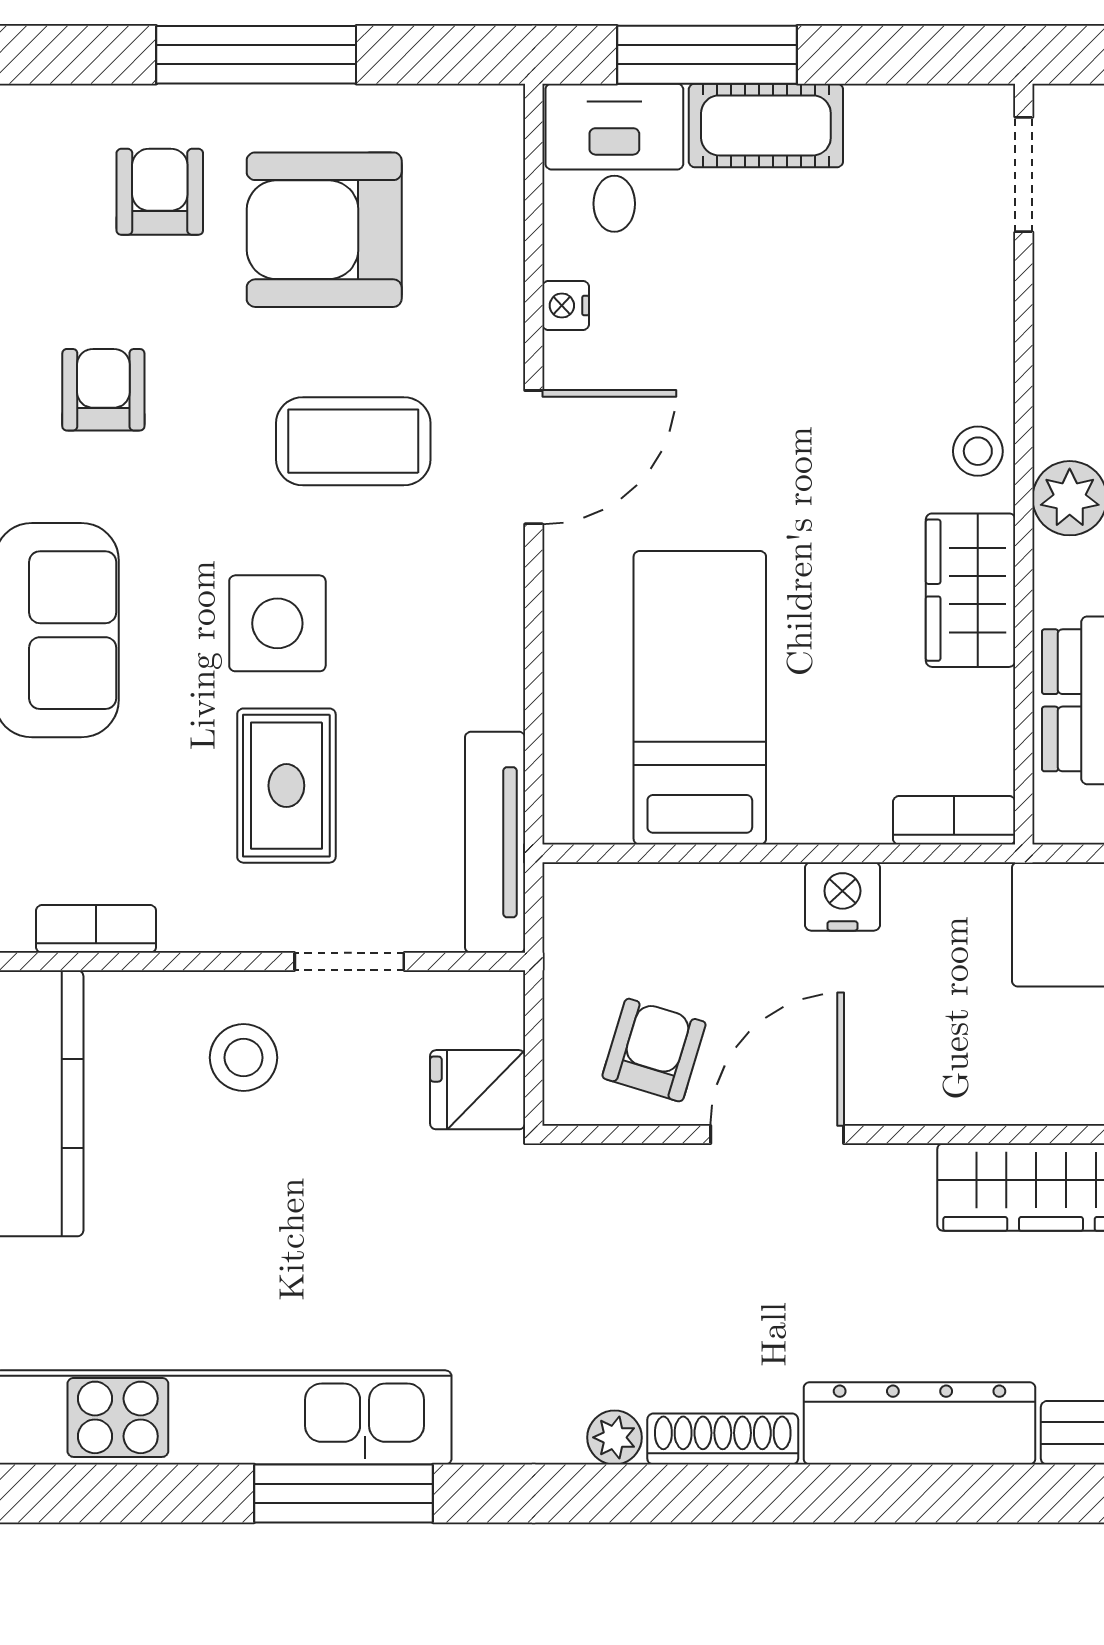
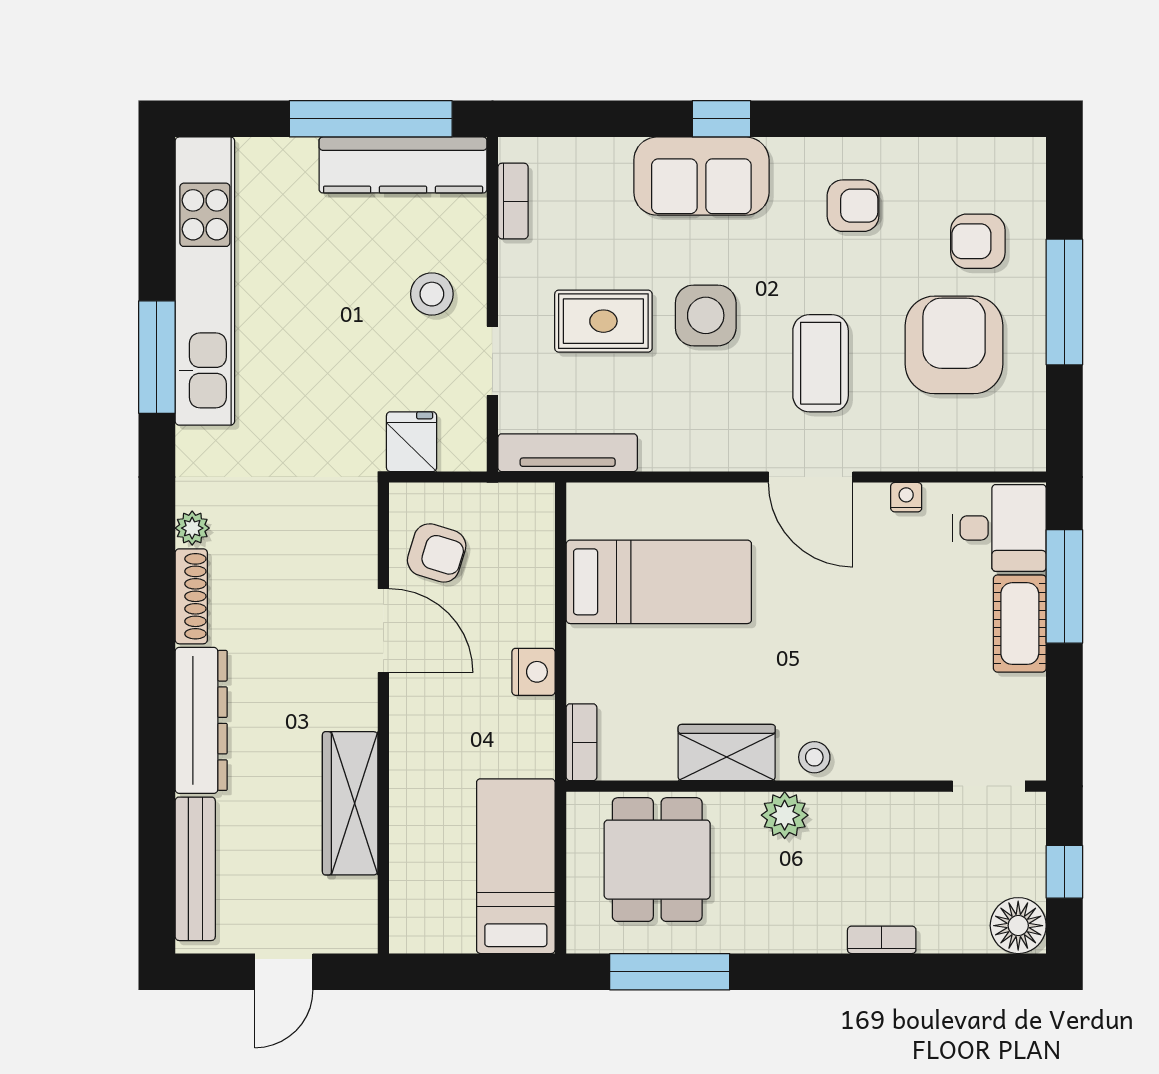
armchair: (160, 192) -> (978, 241), turned 180

